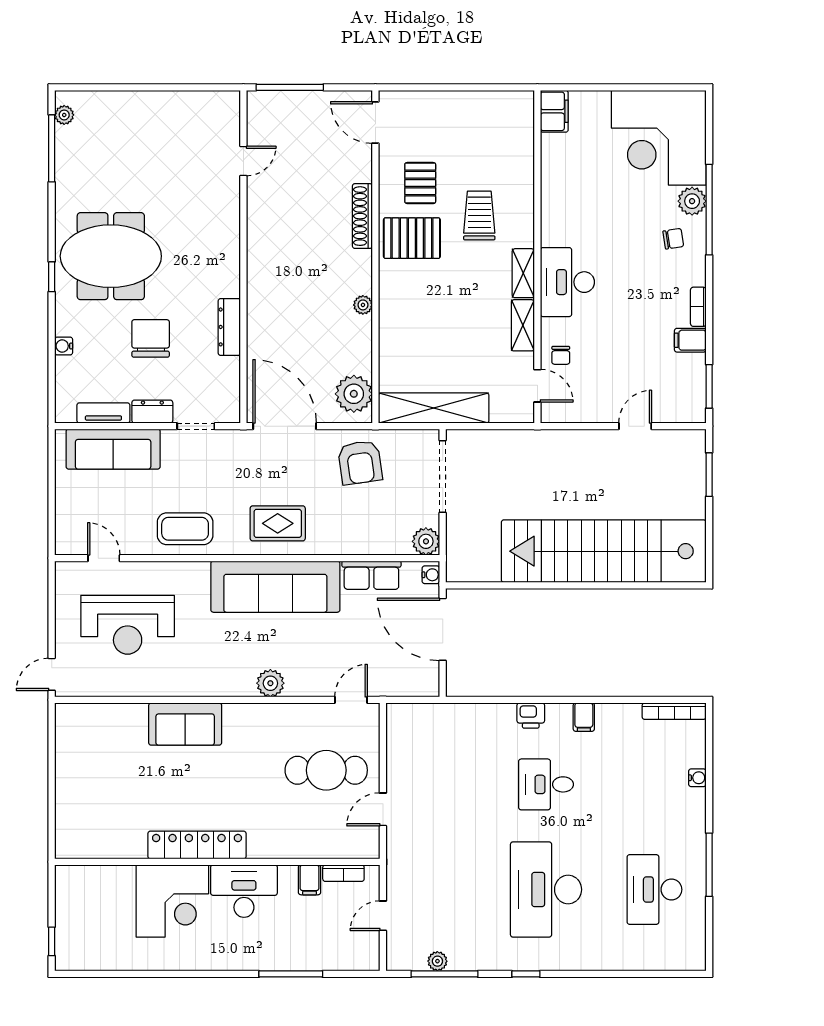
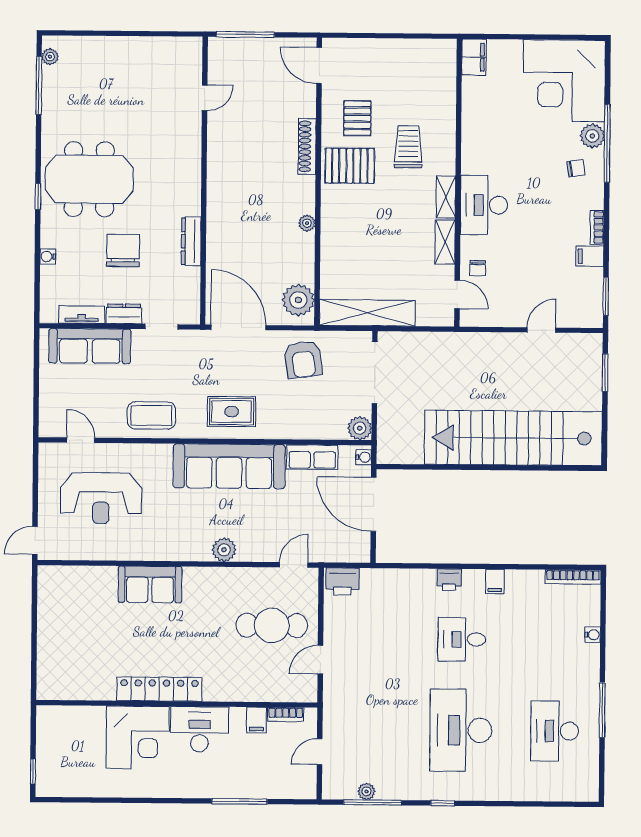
printer: (408, 719) -> (342, 581), added

